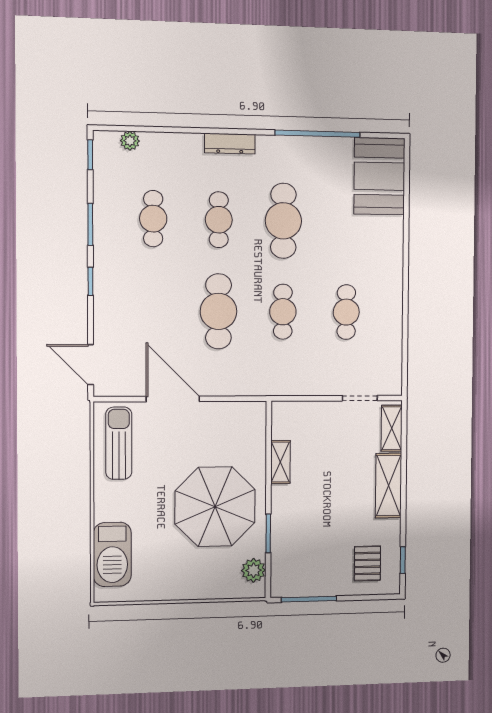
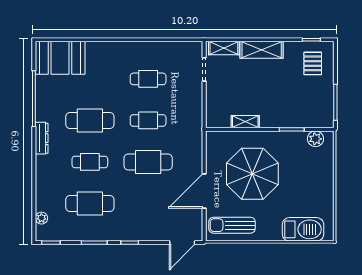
dresser: (230, 144) -> (42, 138), moved
cafe table: (153, 219) -> (90, 204), width x1.37, depth x1.35
parasol: (215, 507) -> (252, 174), moved
pallet: (367, 563) -> (313, 63), turned 90

